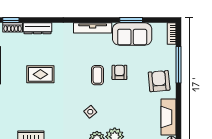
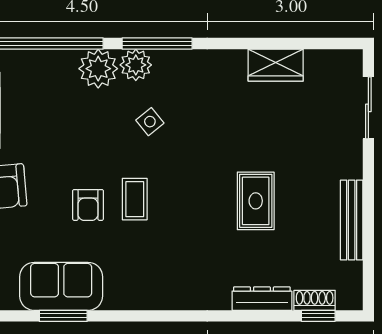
tv unit: (93, 28) -> (145, 299), removed
rug: (40, 74) -> (256, 201), turned 90

